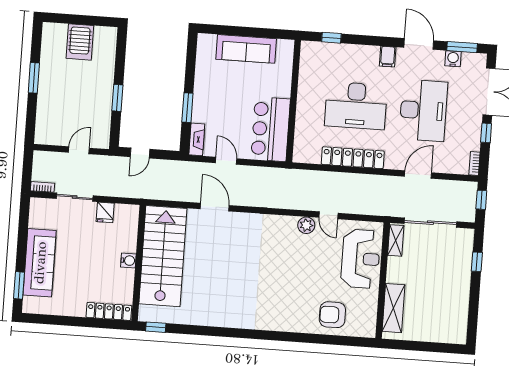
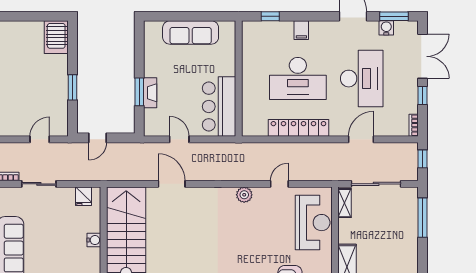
server rack: (80, 42) -> (56, 37), moved
filing cabinet: (388, 57) -> (301, 30), moved
fireplace: (197, 139) -> (150, 93), moved
fridge: (105, 212) -> (83, 196), moved
door: (328, 215) -> (279, 184), swing flipped
plant: (306, 225) -> (244, 195), moved
window: (477, 262) -> (423, 218), width x2.17

